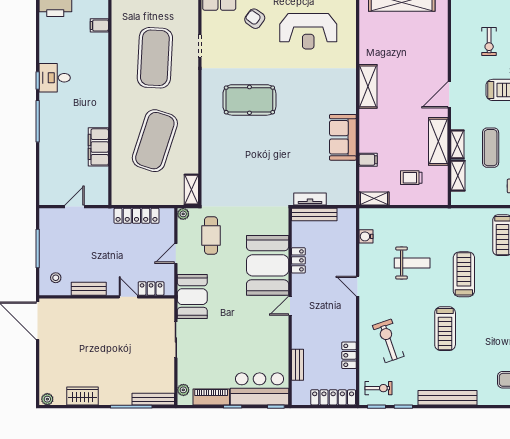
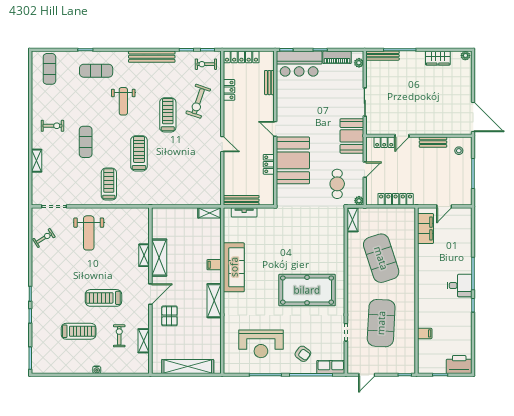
filing cabinet: (99, 25) -> (425, 333), moved
reception desk: (308, 31) -> (261, 344), turned 180
pallet: (425, 67) -> (169, 316), added
desk: (55, 78) -> (460, 285), moved
pool table: (249, 100) -> (307, 290), width x1.36, depth x1.32
sofa: (343, 137) -> (234, 267), width x1.36
exercise mat: (155, 141) -> (381, 258), turned -36
filing cabinet: (98, 147) -> (426, 228), moved
exercise mat: (491, 148) -> (118, 253), removed
filing cabinet: (368, 160) -> (214, 265), moved
shelving: (458, 176) -> (144, 341), moved
trolley: (411, 178) -> (180, 229), removed
tv unit: (310, 199) -> (244, 212), moved
bench: (314, 215) -> (241, 200), moved
water cooler: (366, 236) -> (216, 183), removed
weight bench: (412, 263) -> (123, 101), moved, turned -90
treadmill: (464, 274) -> (139, 153), turned 180
door: (128, 297) -> (402, 136), hinge flipped
door: (290, 306) -> (275, 129), swing flipped
treadmill: (445, 329) -> (168, 115), moved
exercise bike: (388, 341) -> (198, 101), turned 38

